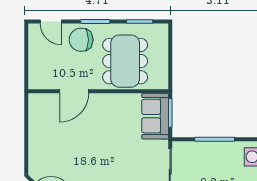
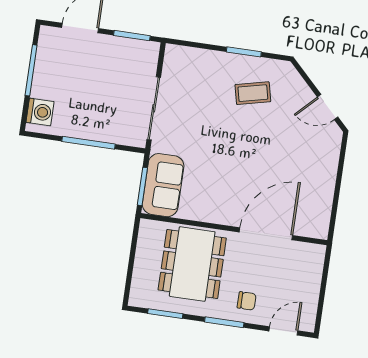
door: (51, 22) -> (283, 331), hinge flipped
chair: (81, 40) -> (247, 301), width x0.54, depth x0.54
door: (74, 91) -> (266, 234), width x1.36

